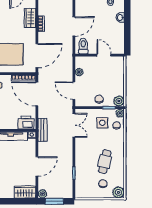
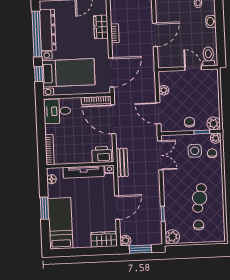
toilet: (83, 46) -> (208, 56), moved
plant: (118, 192) -> (172, 237), moved

